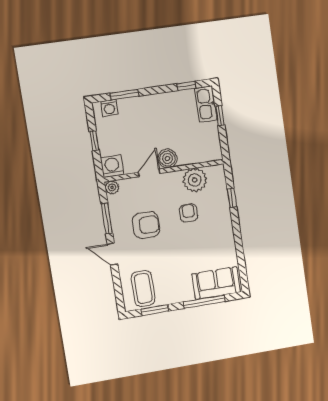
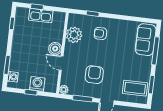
kitchen sink: (206, 104) -> (41, 16), moved
washing machine: (112, 166) -> (37, 84), moved, turned 90
armchair: (189, 213) -> (100, 34), moved

